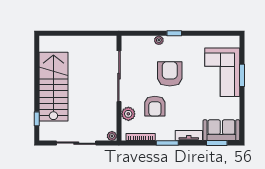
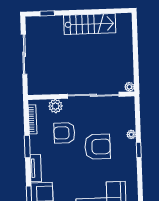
stairs: (53, 87) -> (90, 24), width x0.73, depth x0.66
plant: (112, 136) -> (129, 87), moved

